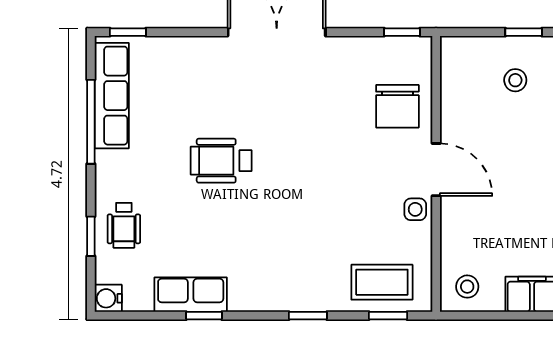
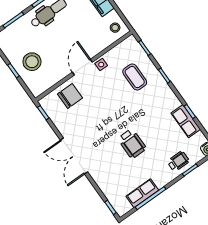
stool: (515, 80) -> (32, 62), width x1.89, depth x1.89
row of seats: (112, 96) -> (142, 193), width x0.68
coffee table: (382, 282) -> (135, 77), moved

